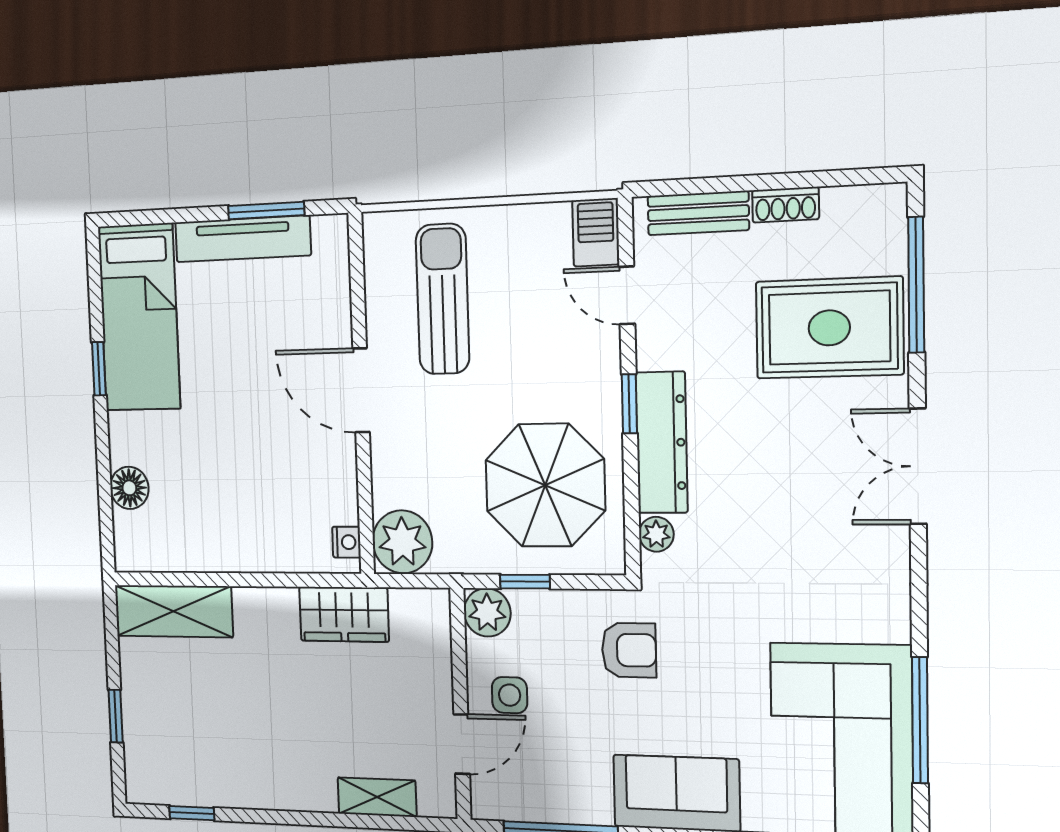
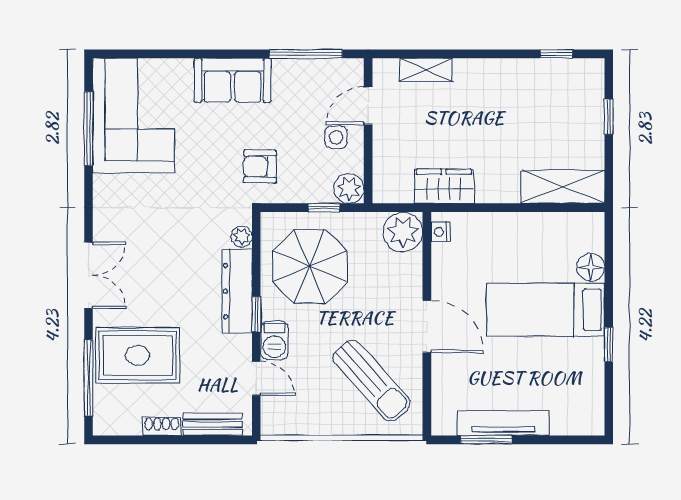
barbecue: (596, 232) -> (274, 340), moved
sun lounger: (443, 299) -> (372, 381), turned -42
bed: (139, 317) -> (546, 310), moved, turned -90

